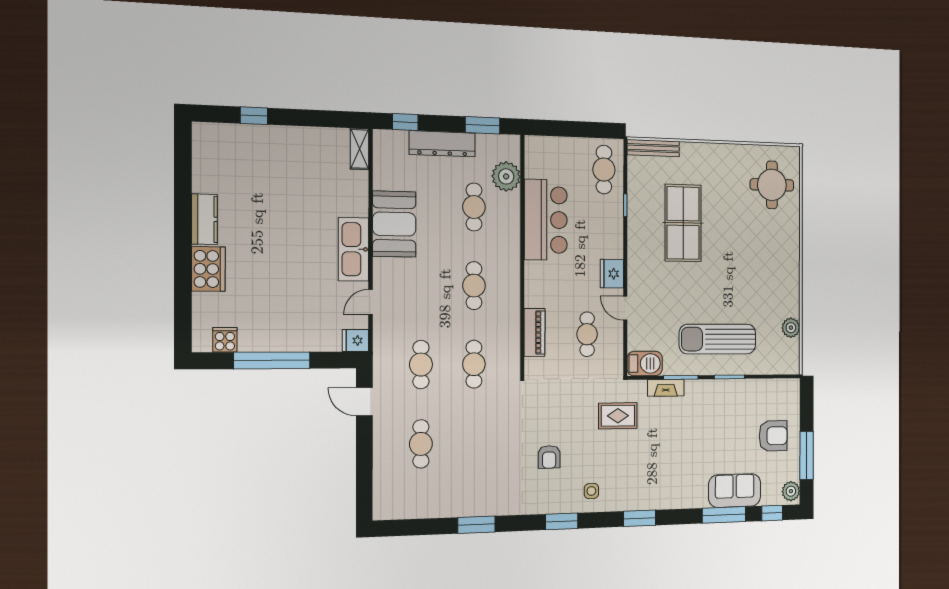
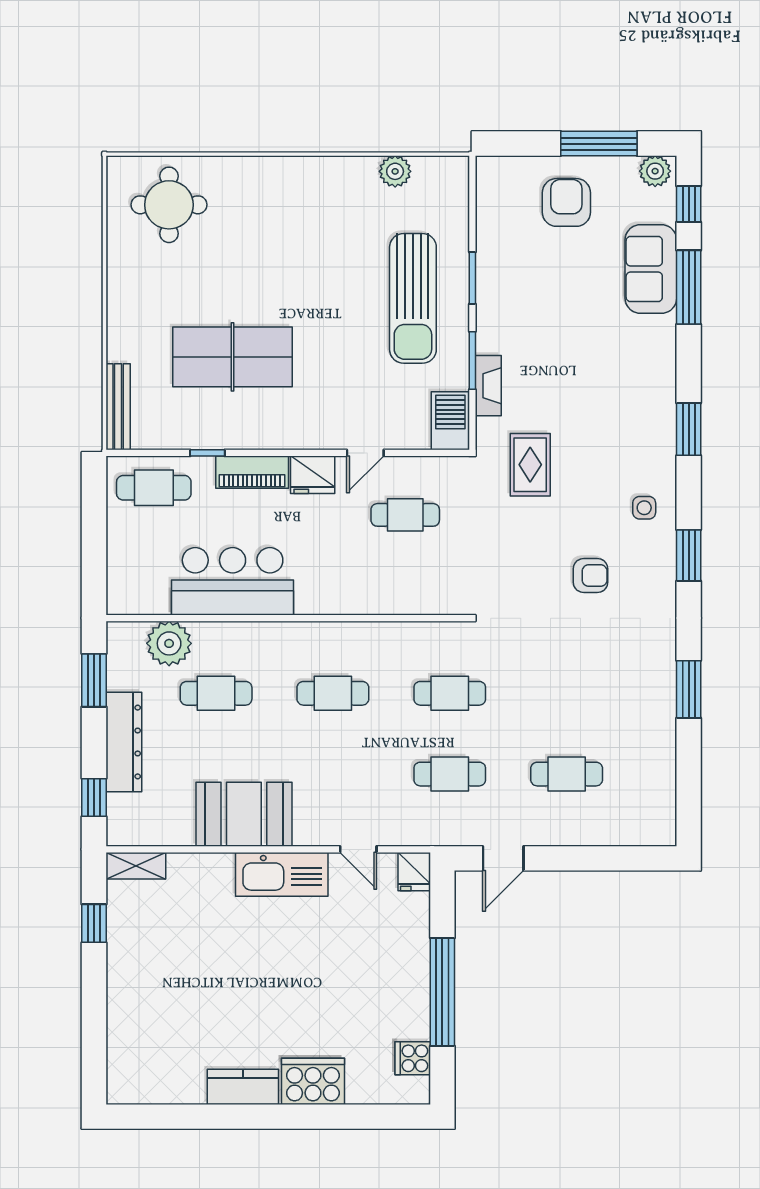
window: (254, 116) -> (94, 923), moved
piano: (535, 332) -> (252, 472), moved, turned 180

